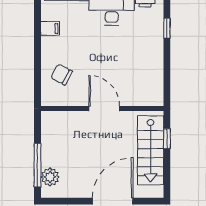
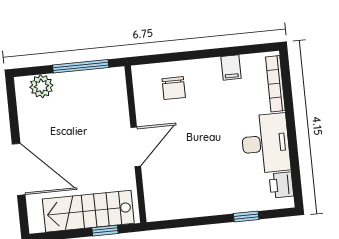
chair: (62, 75) -> (174, 88), turned 152
window: (37, 165) -> (81, 66), moved

